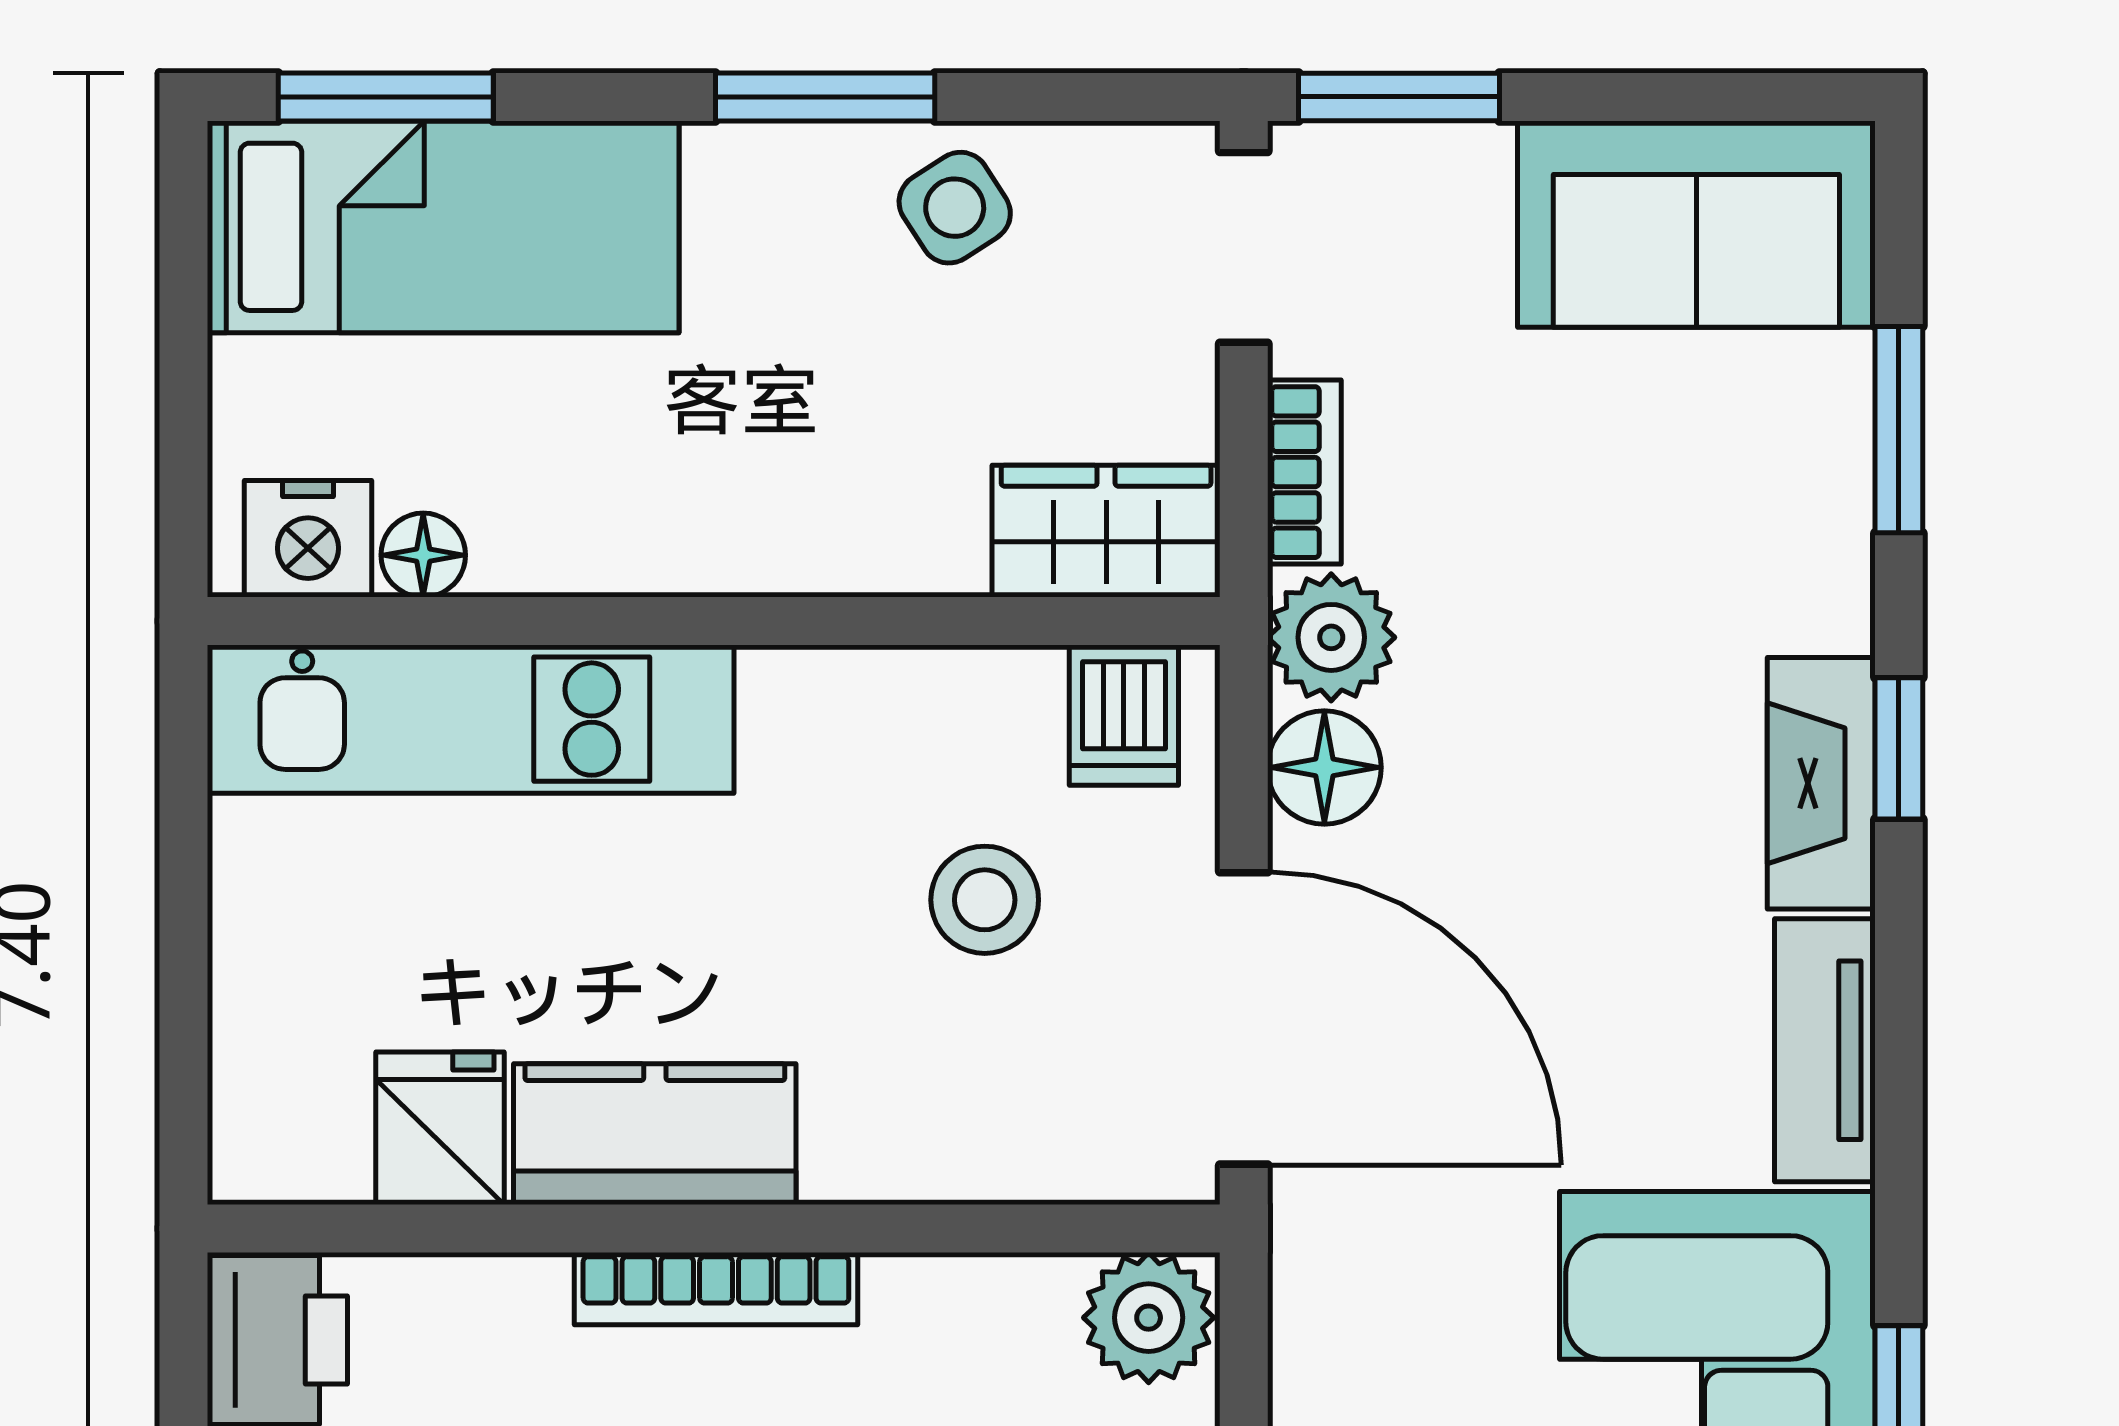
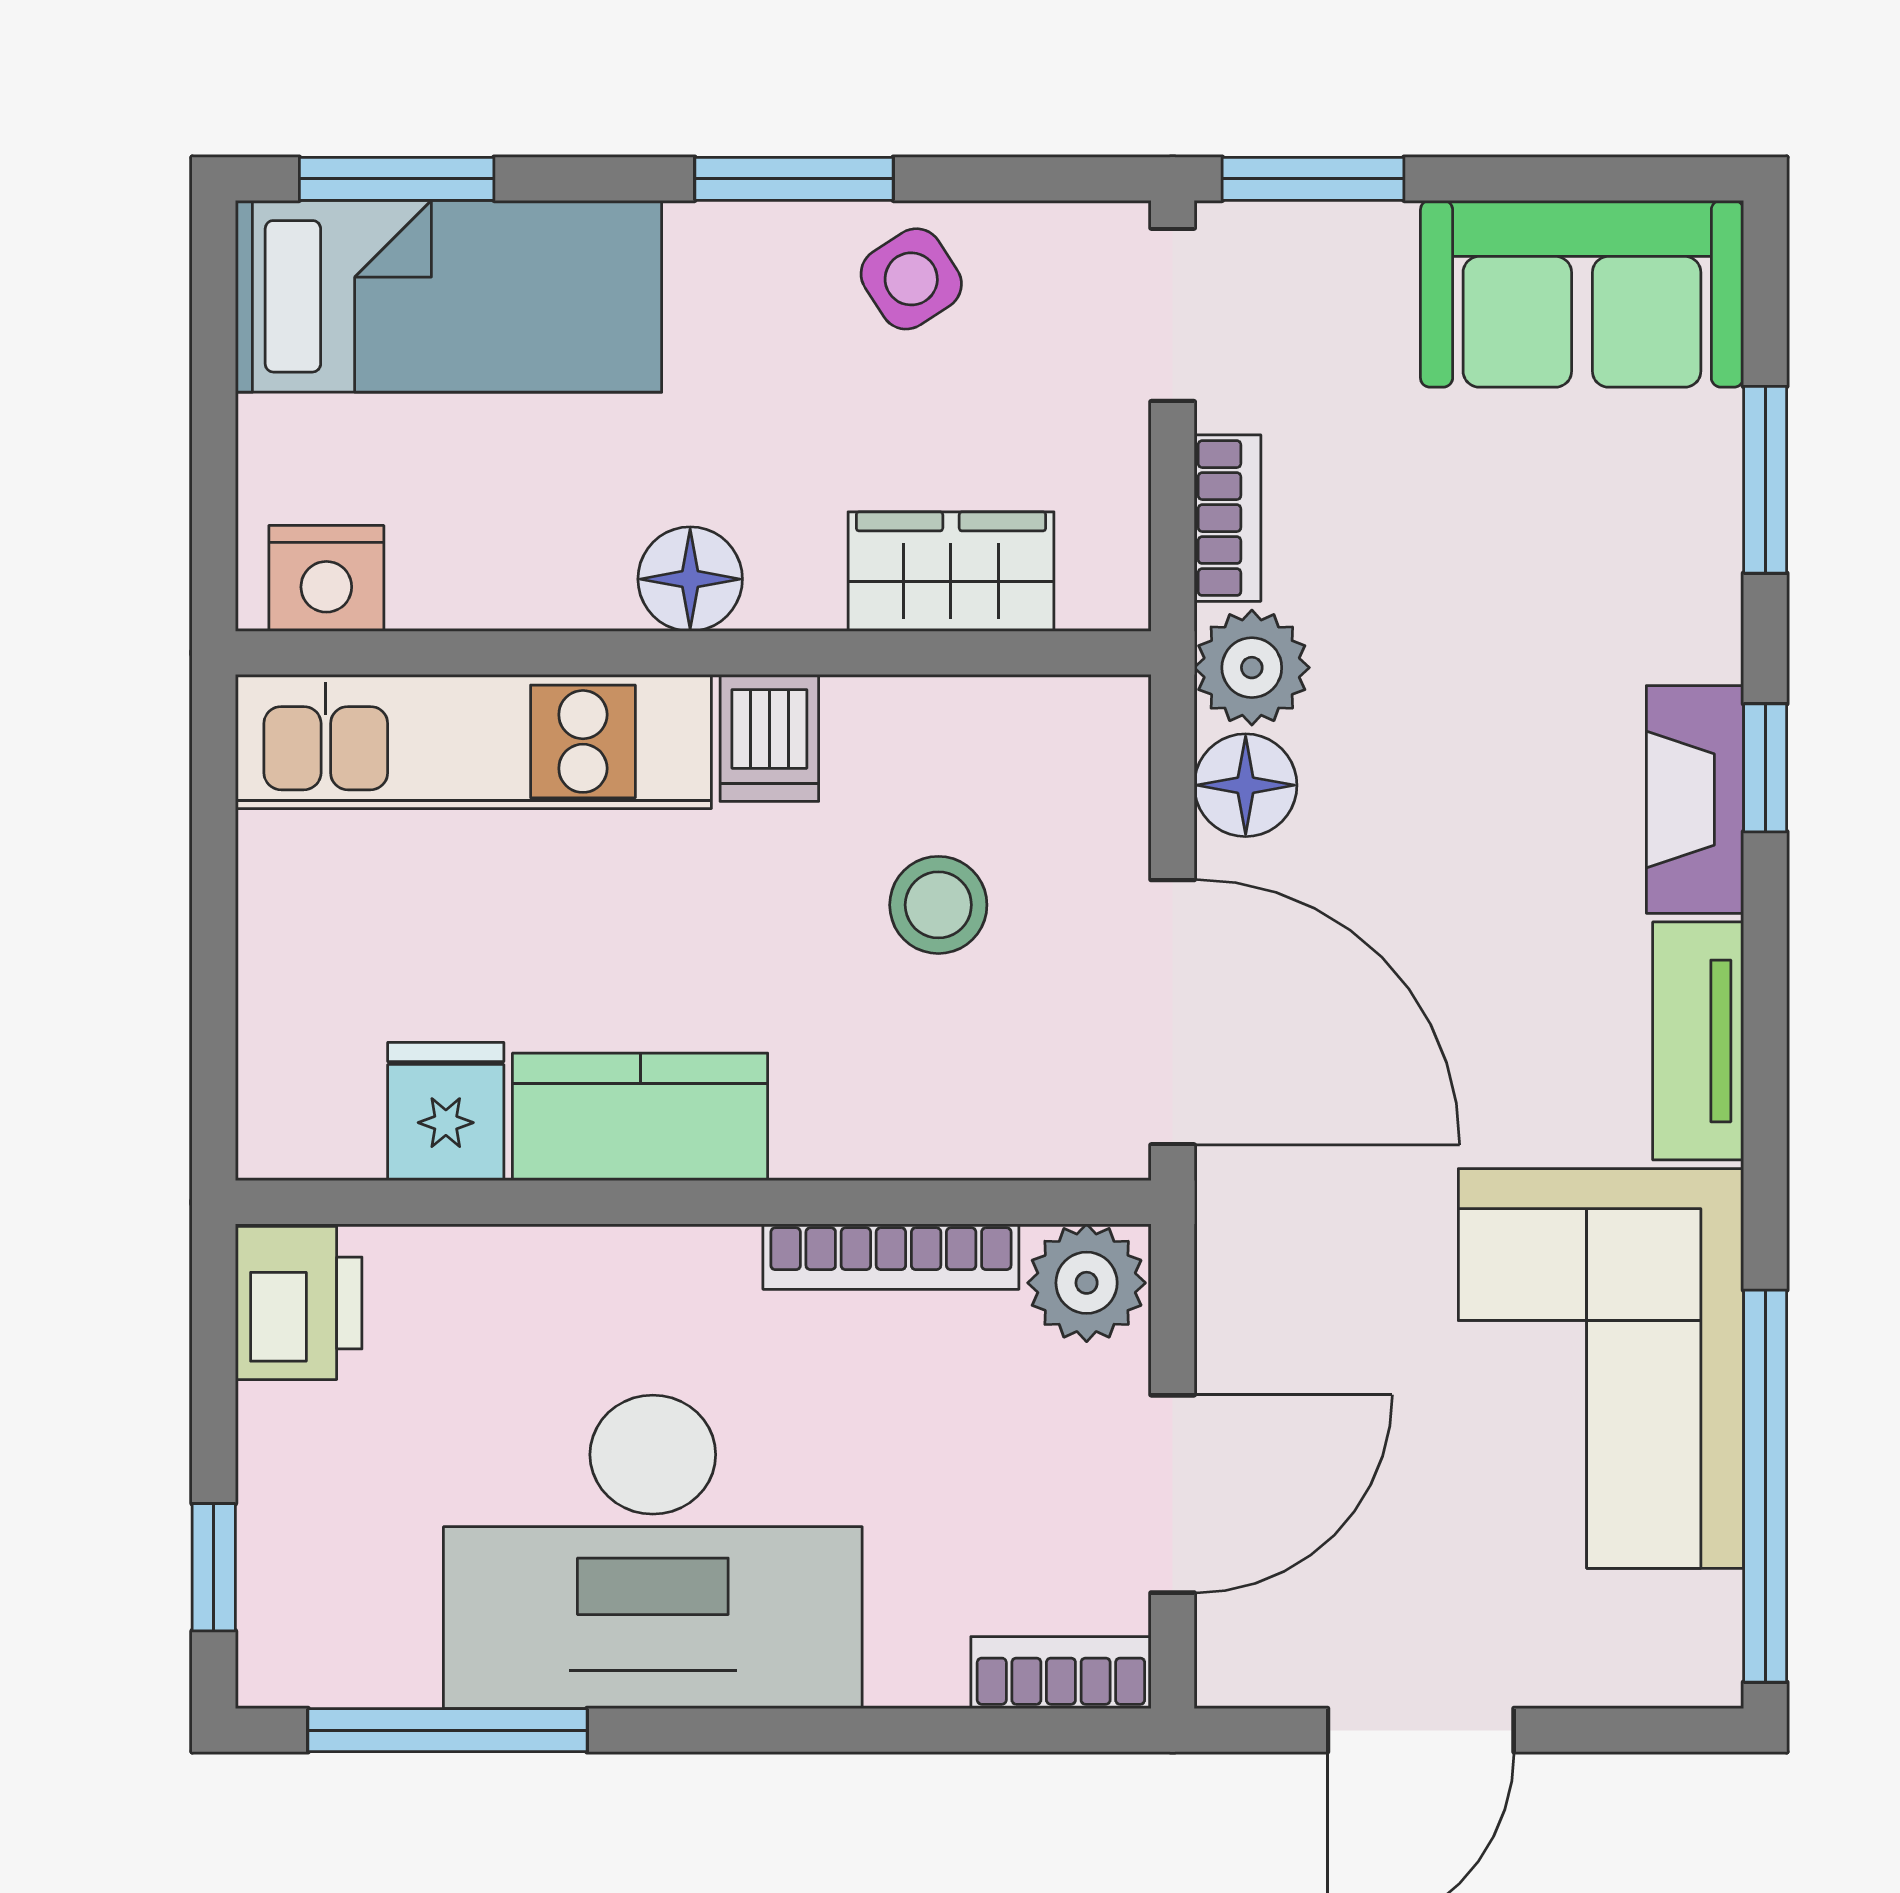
wardrobe: (1106, 531) -> (951, 572), moved
floor lamp: (423, 555) -> (690, 579), moved, width x1.37, depth x1.37
dishwasher: (1124, 715) -> (769, 738), moved
bookcase: (716, 1289) -> (891, 1257), moved

